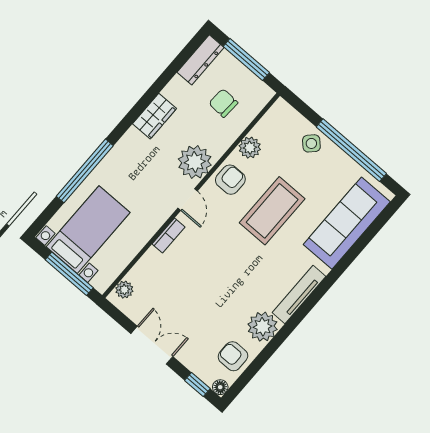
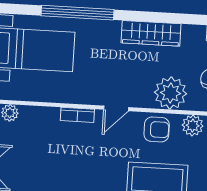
wardrobe: (155, 116) -> (151, 33), width x1.50
plant: (195, 162) -> (171, 93), moved

